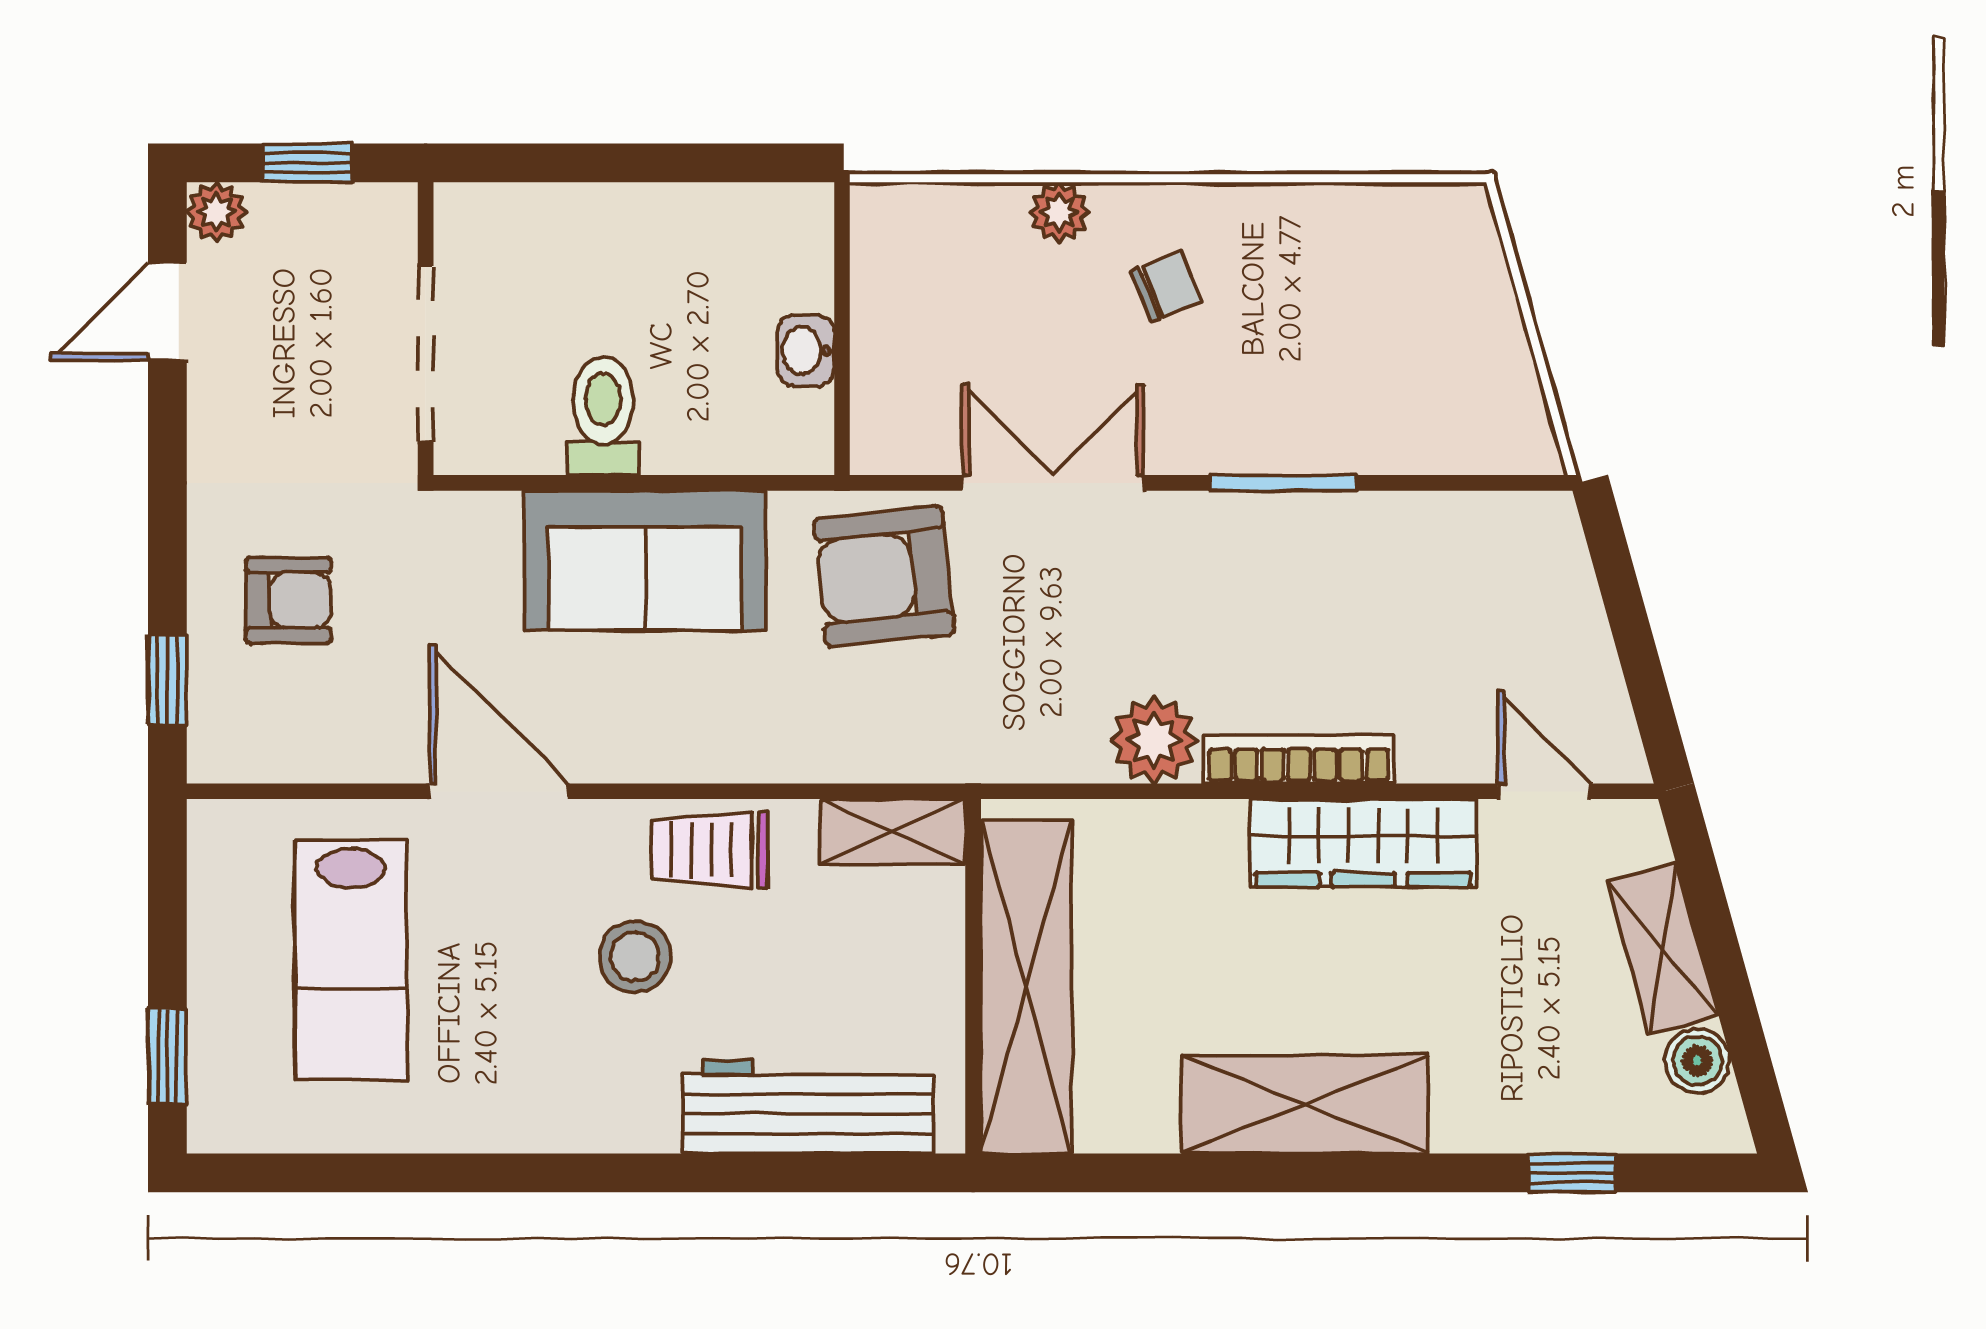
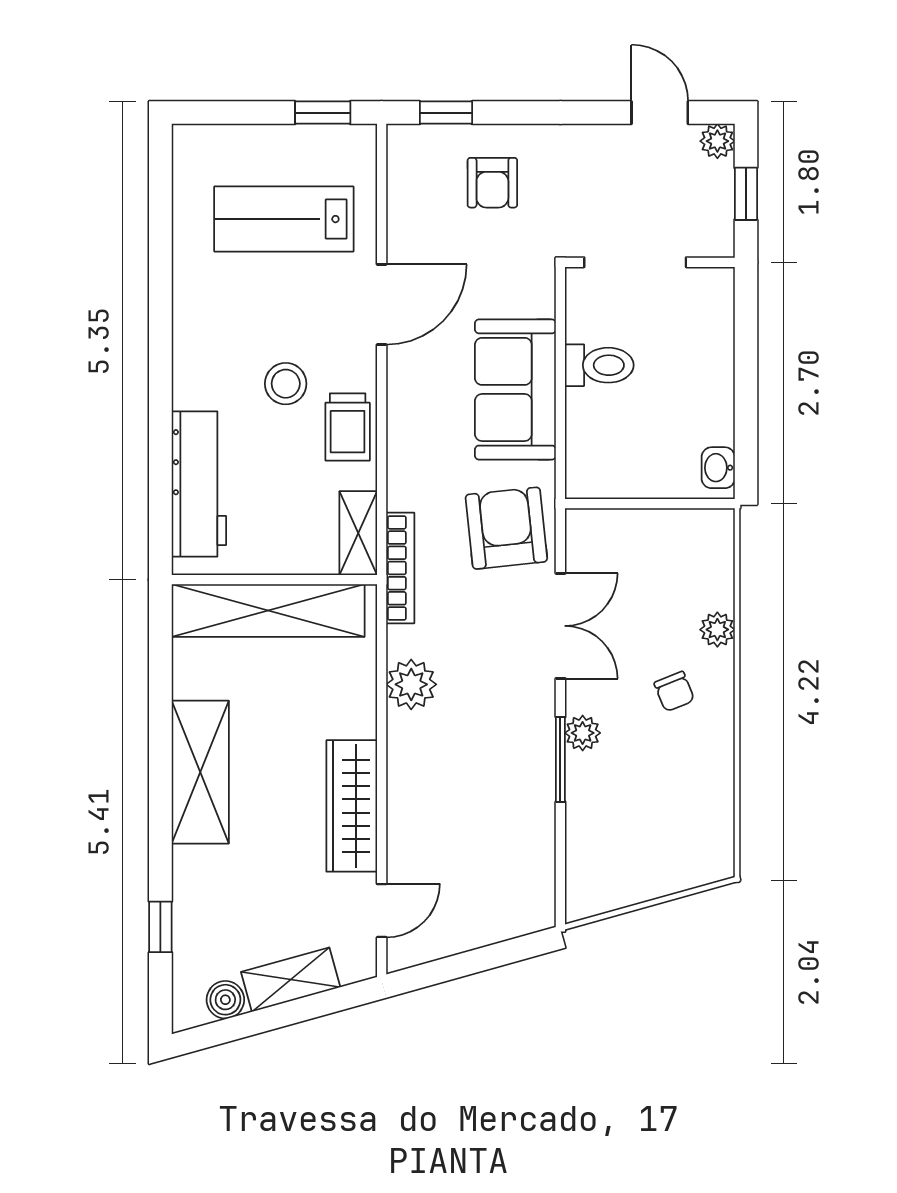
washbasin: (806, 350) -> (718, 468), moved, turned -90
plant: (1237, 445) -> (583, 733), added
bookcase: (1299, 759) -> (400, 568), moved
trolley: (710, 850) -> (348, 427), turned 180
window: (167, 1056) -> (323, 113), moved

